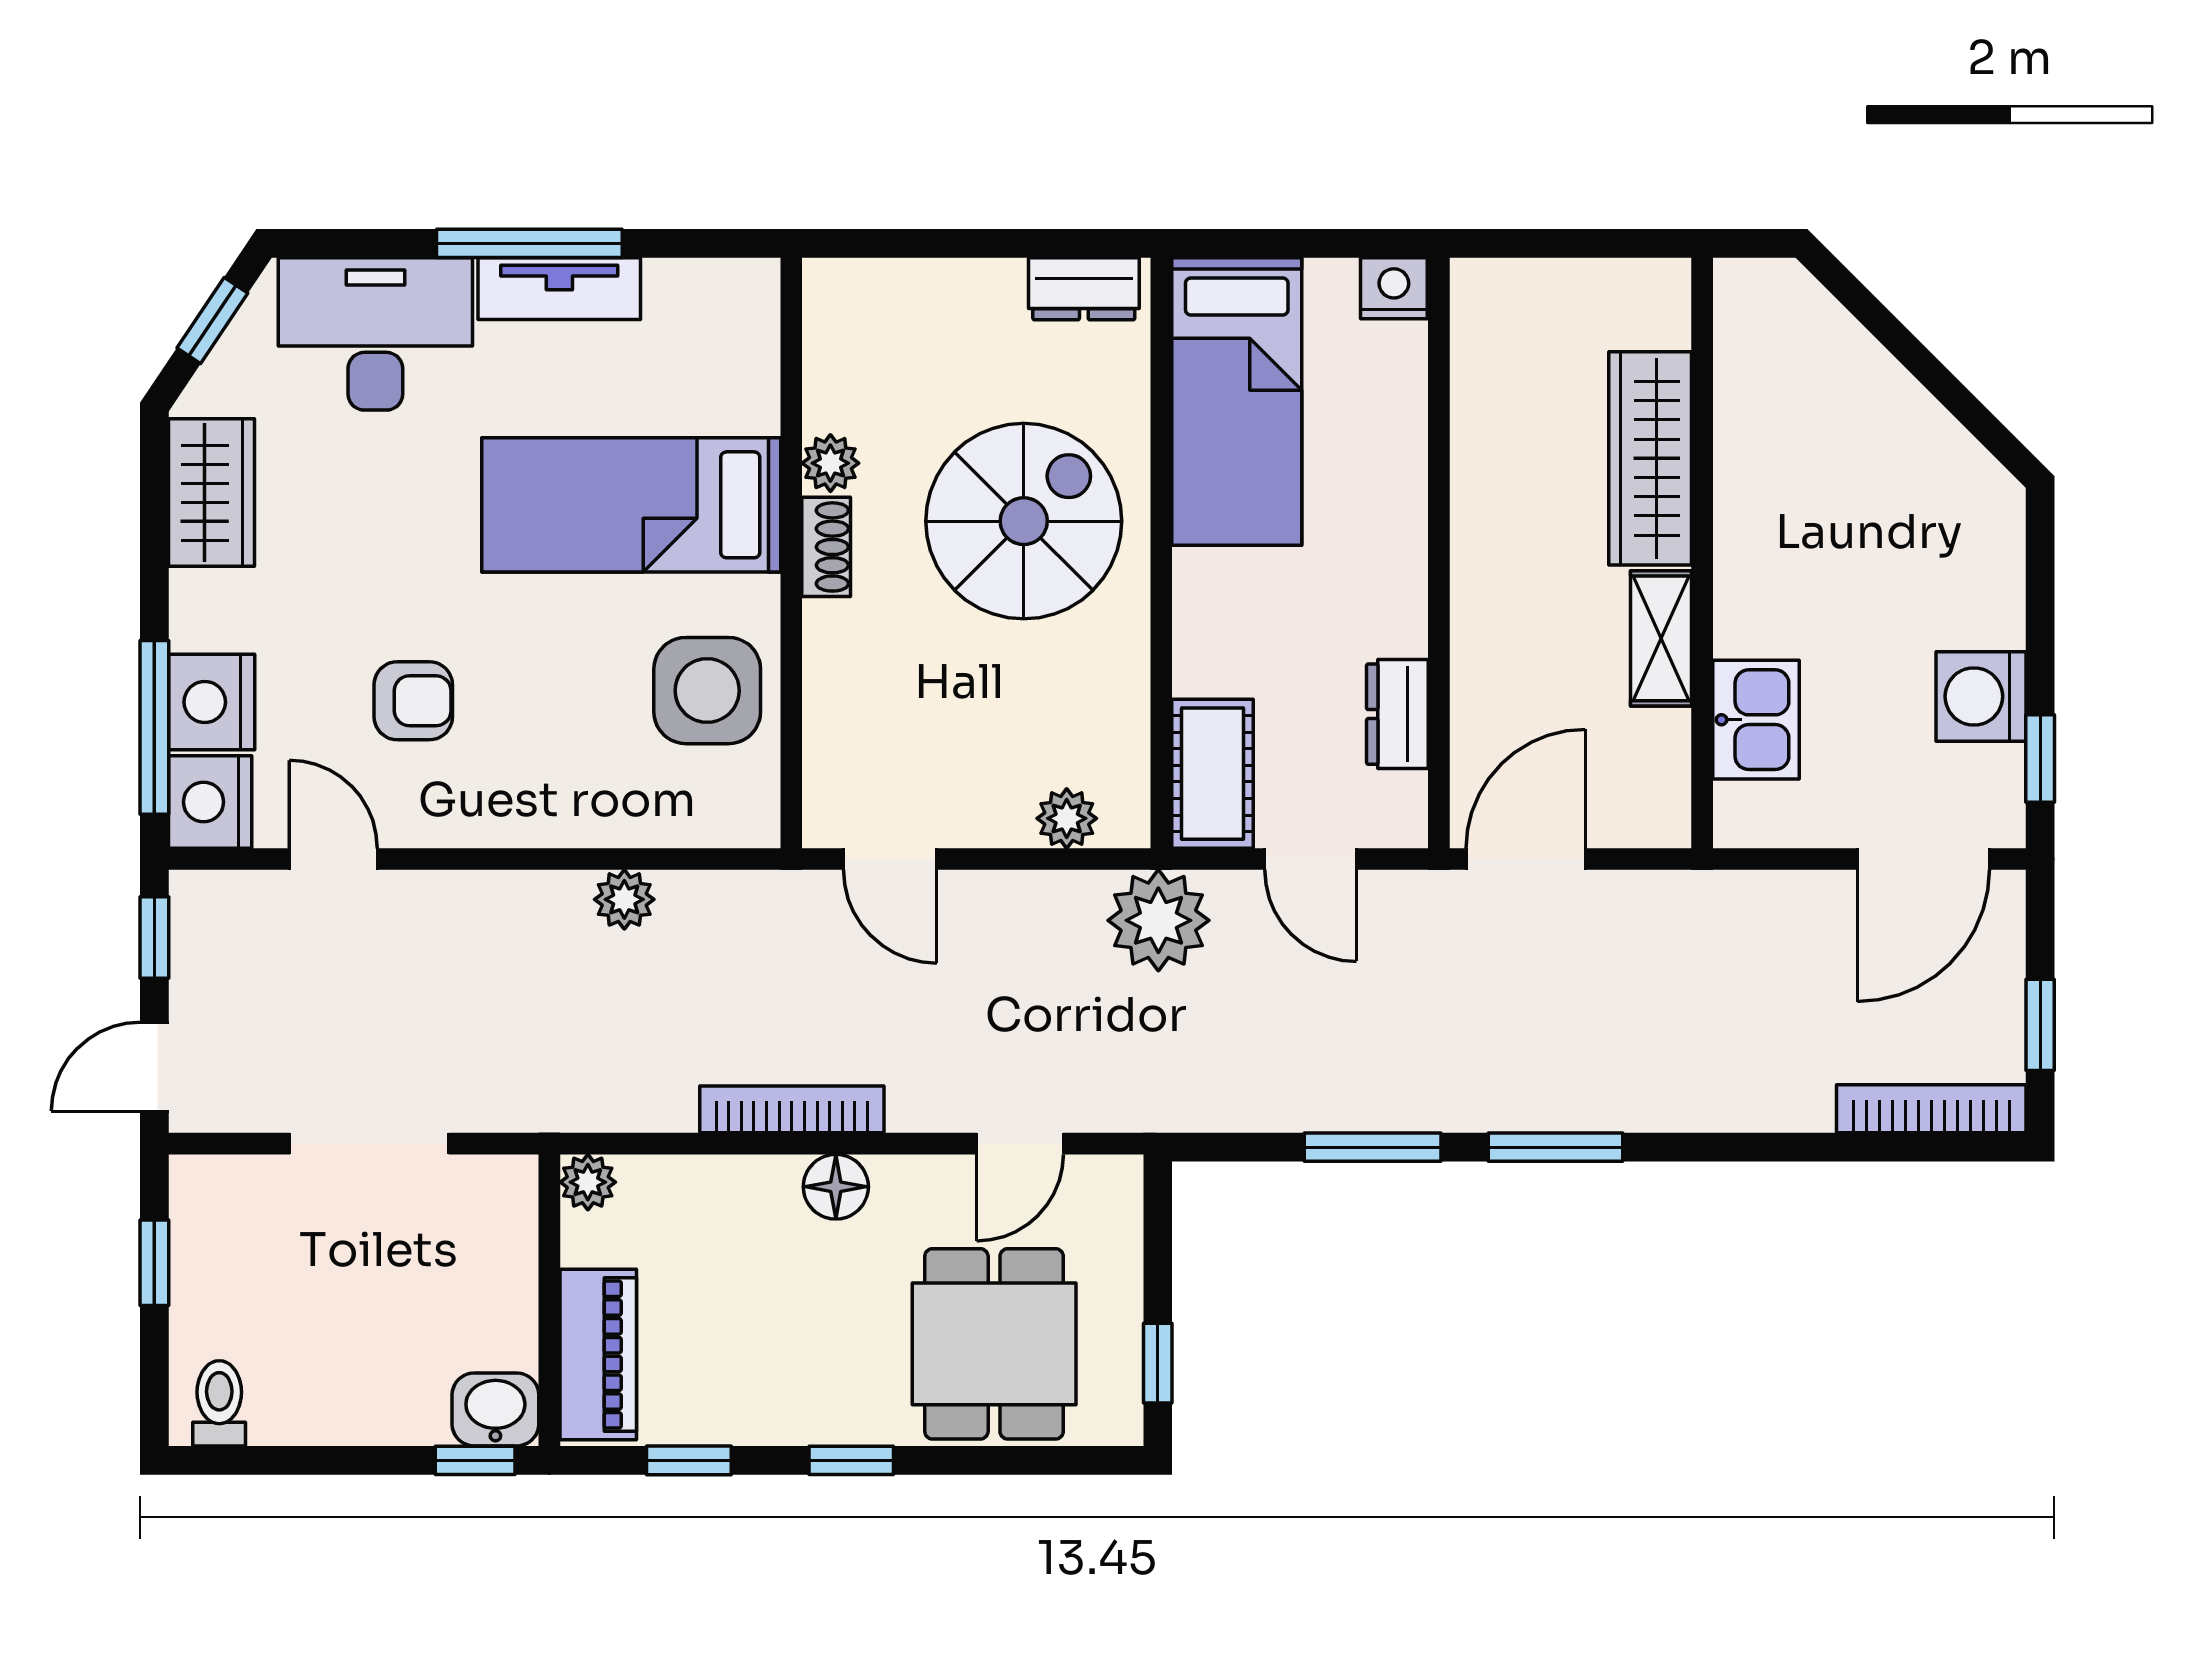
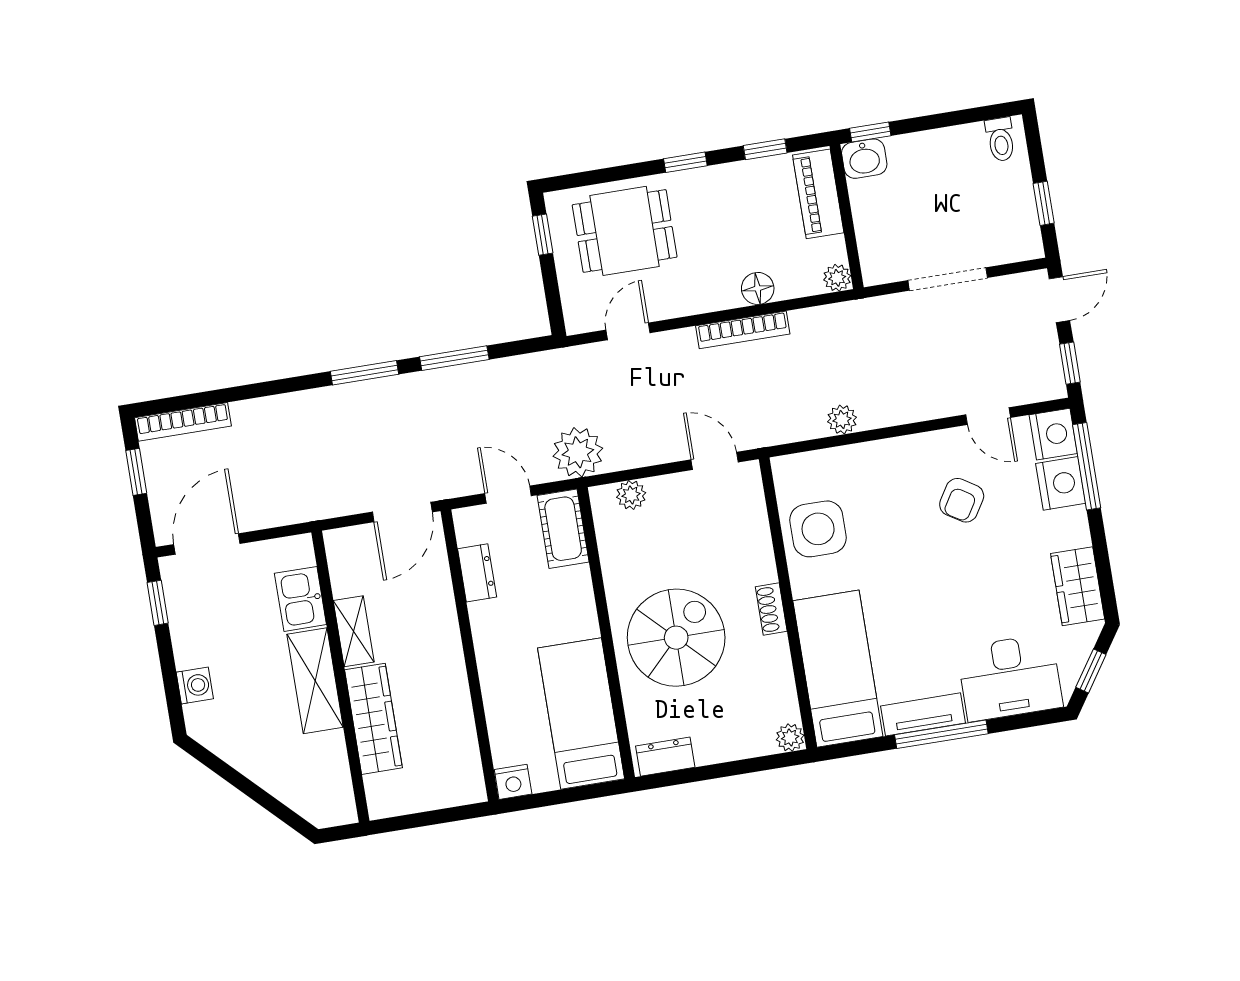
plant: (830, 463) -> (790, 738), moved
bed: (631, 505) -> (838, 669), moved, turned -90
spiral stairs: (1024, 521) -> (676, 638), turned 180
shelving: (1753, 553) -> (315, 681), added
washing machine: (1981, 696) -> (195, 685), moved, width x0.73, depth x0.73
armchair: (413, 701) -> (962, 500), turned -58
floor lamp: (836, 1187) -> (758, 288), moved
dining table: (994, 1344) -> (625, 231), turned 90

